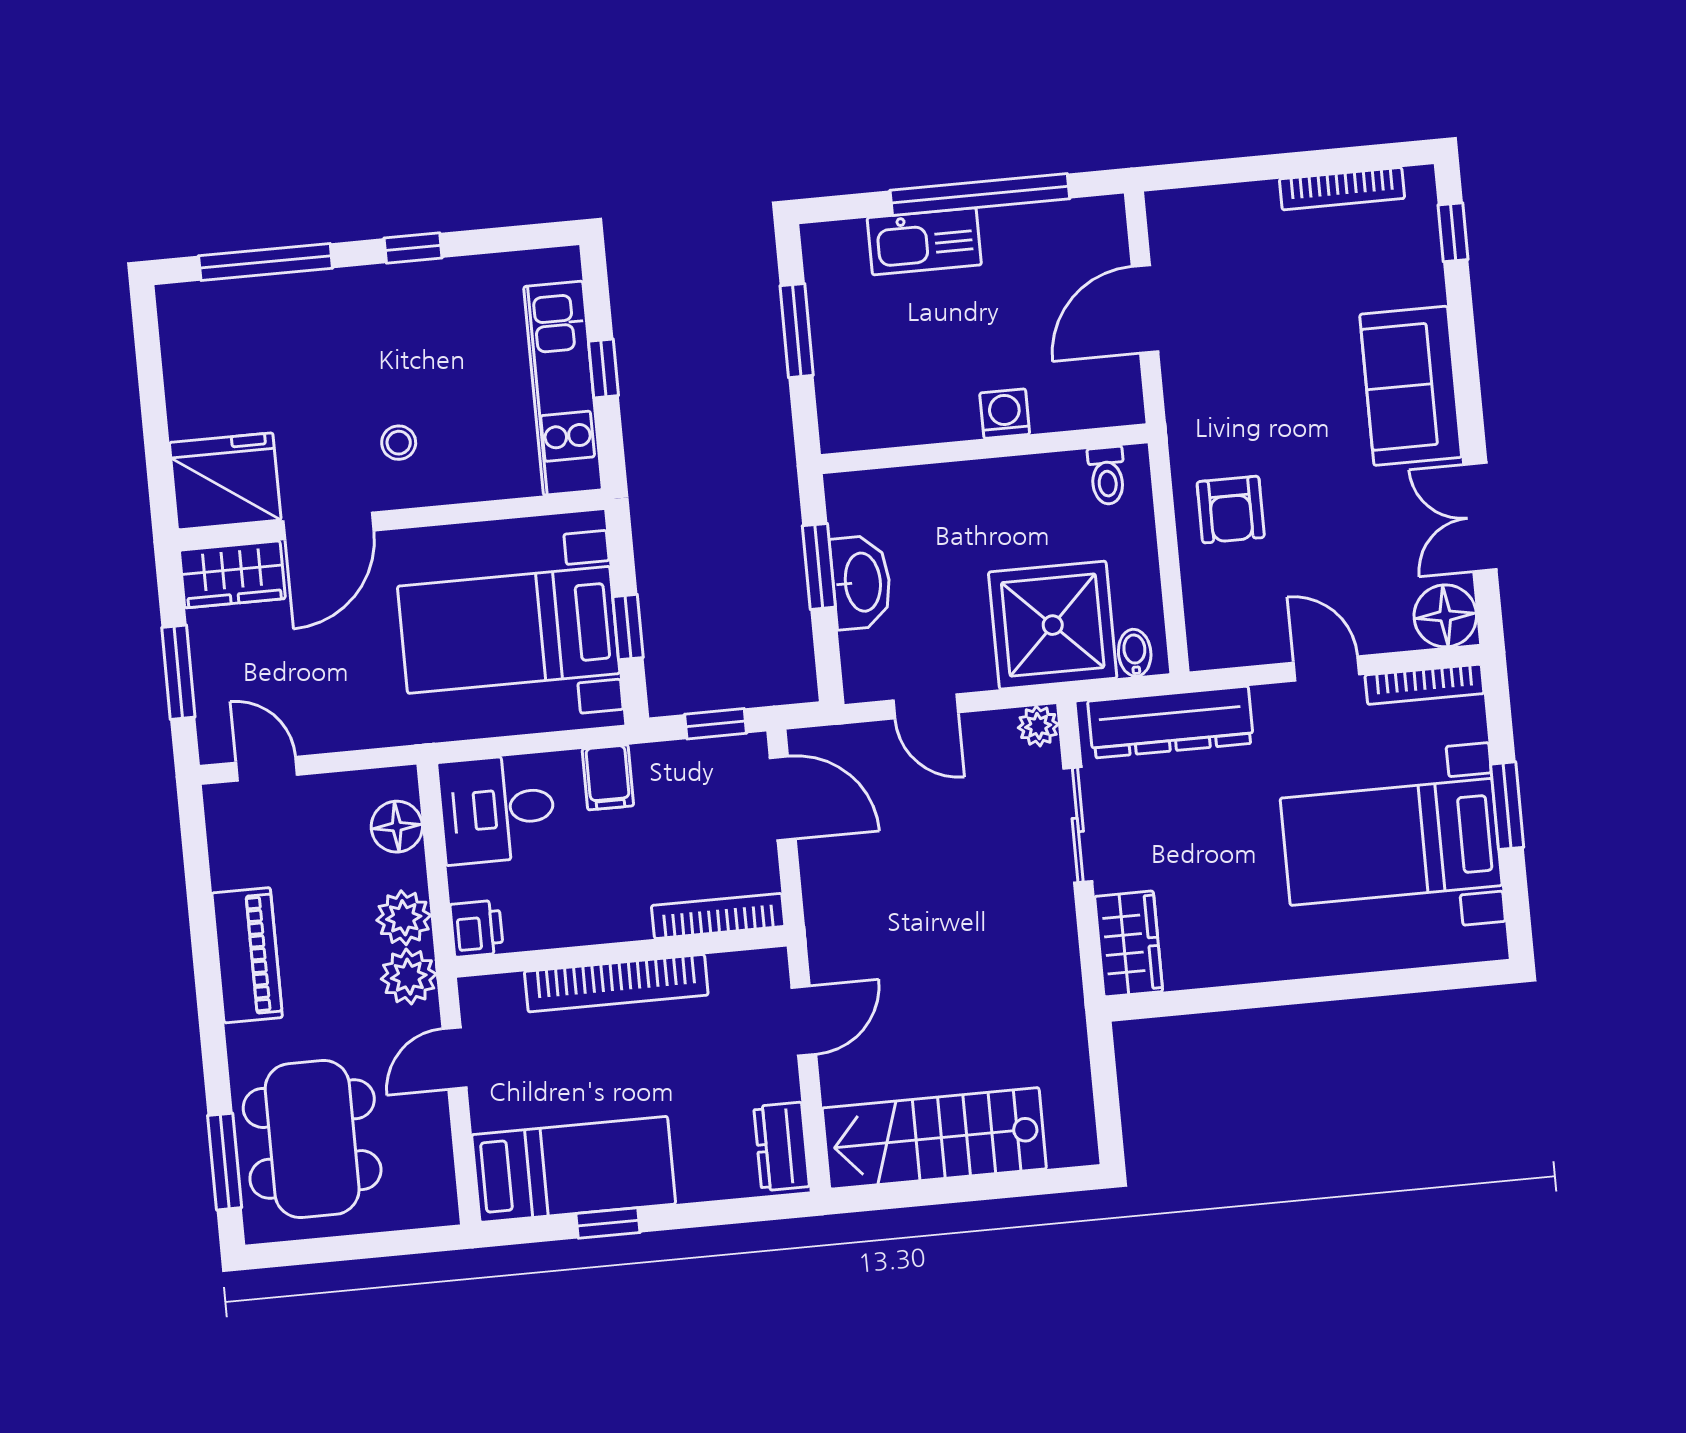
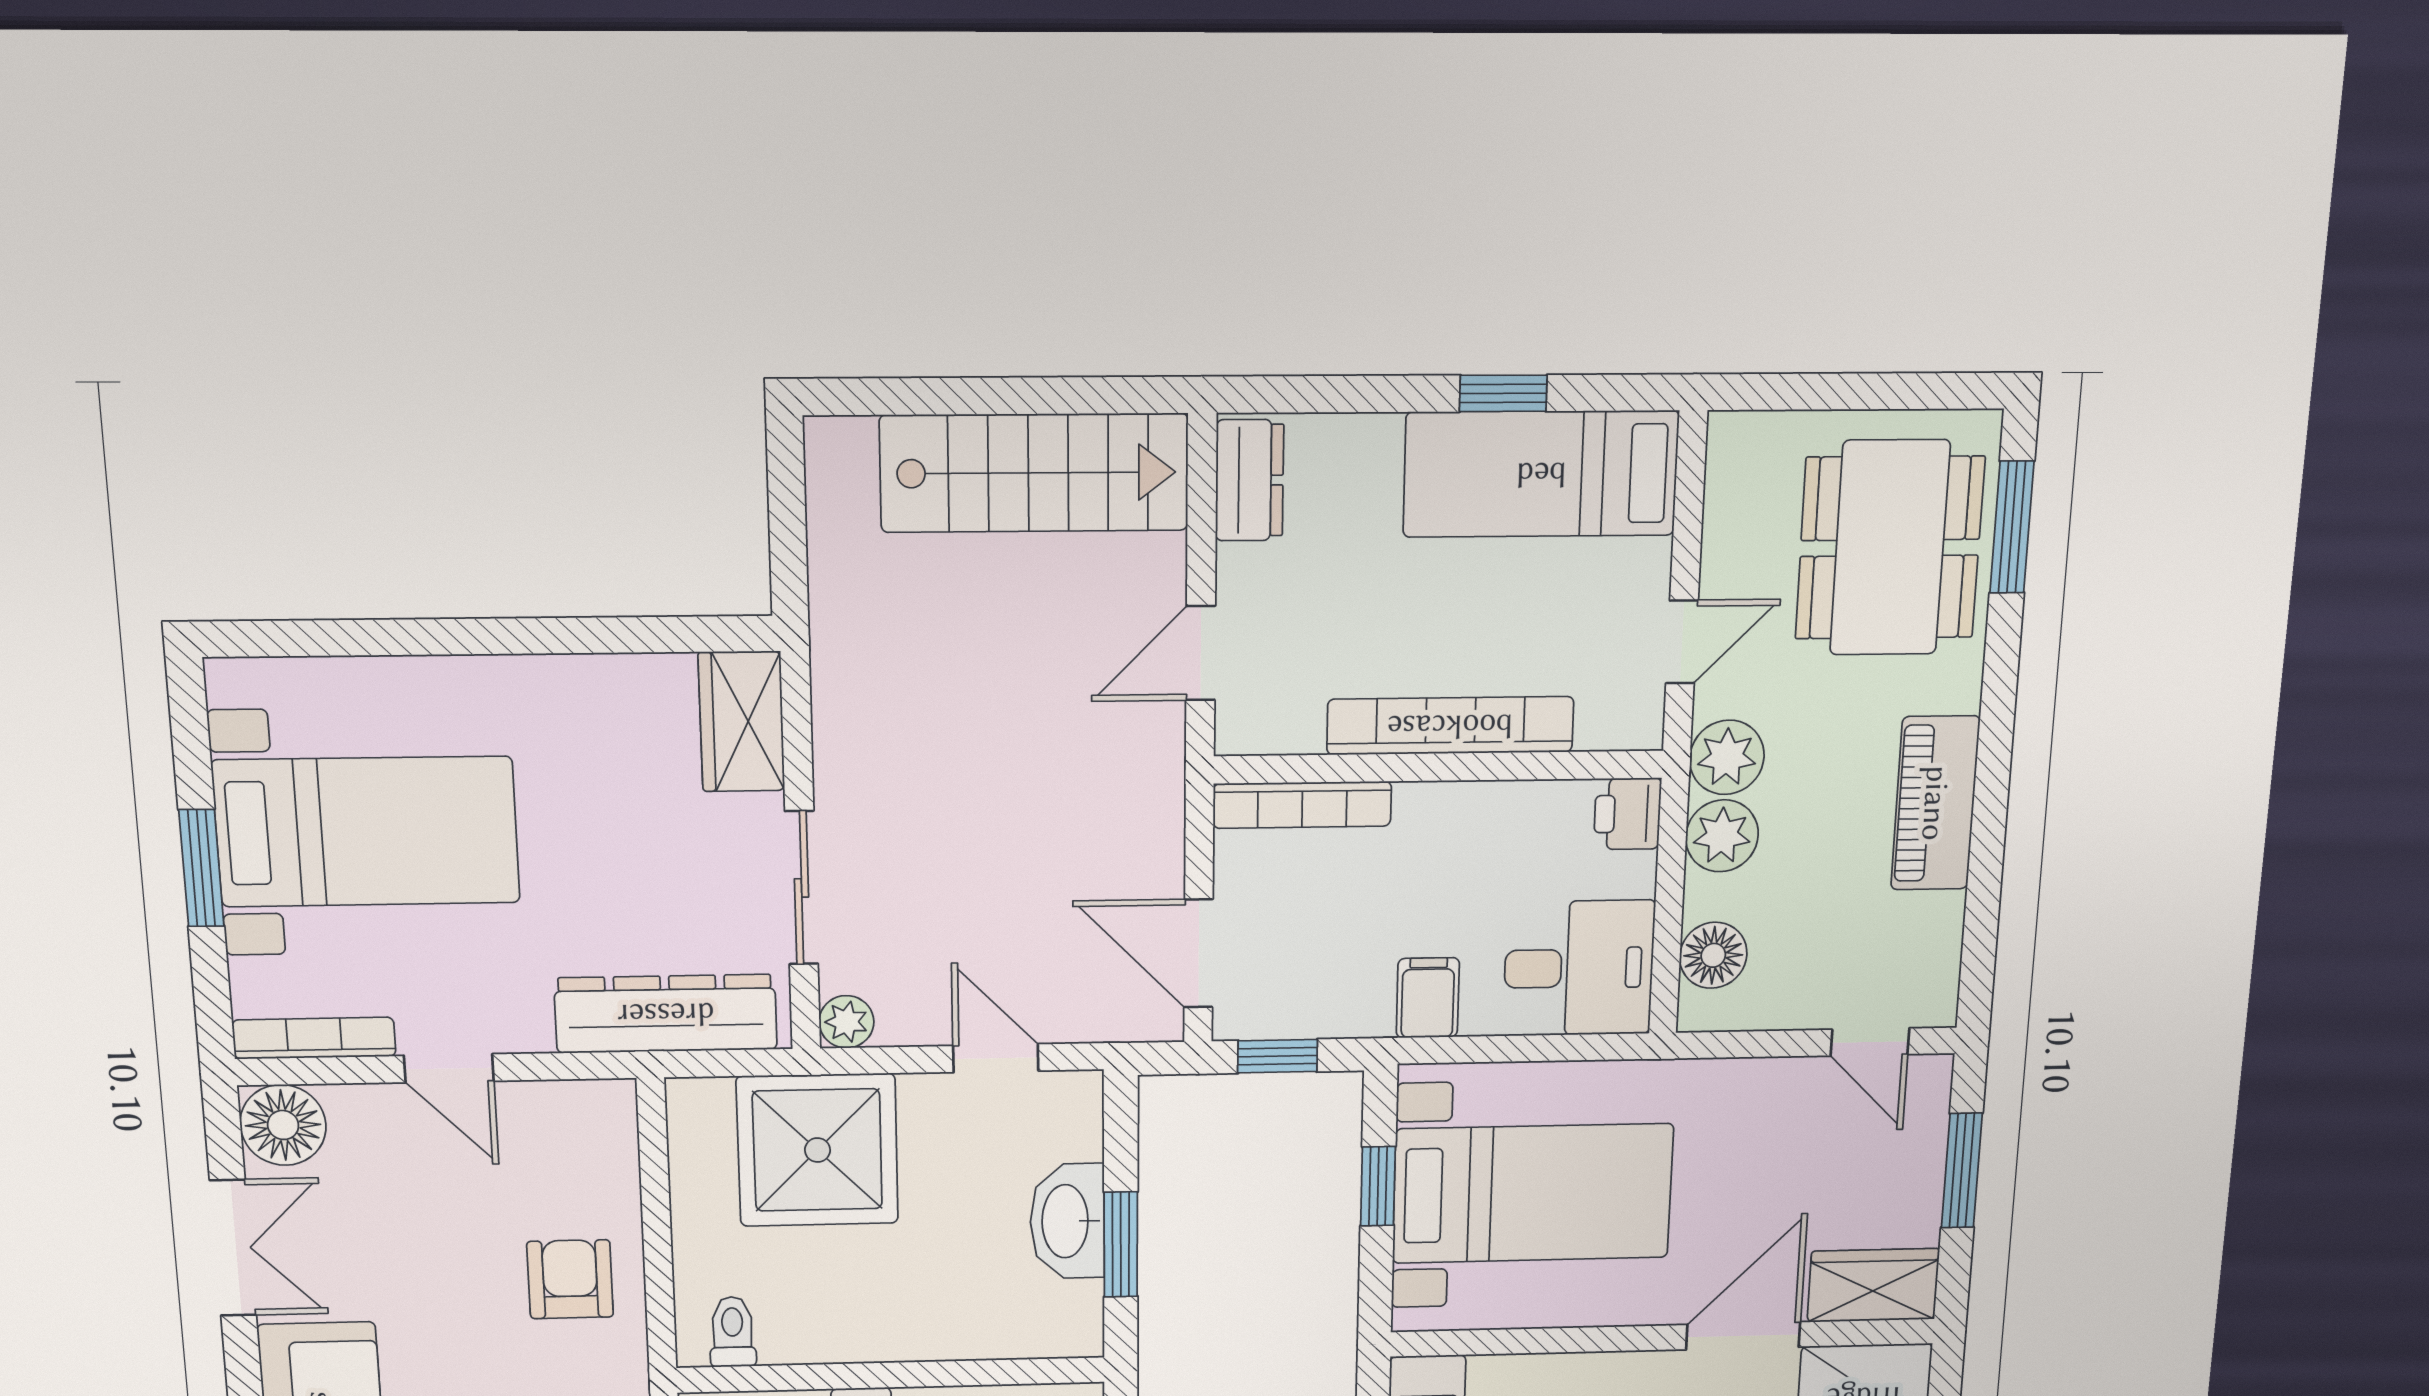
bidet: (1135, 653) -> (709, 1107), removed

